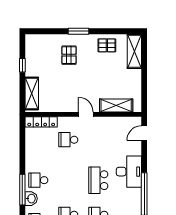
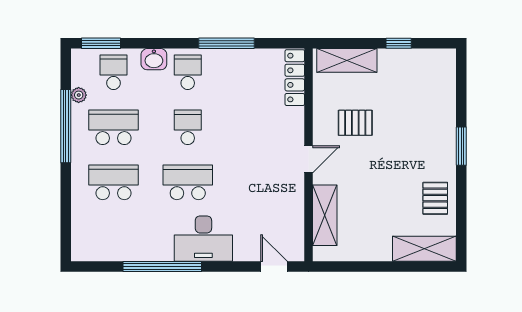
pallet: (69, 55) -> (355, 123), moved
school desk: (68, 140) -> (188, 127), moved
window: (22, 190) -> (226, 43), moved

